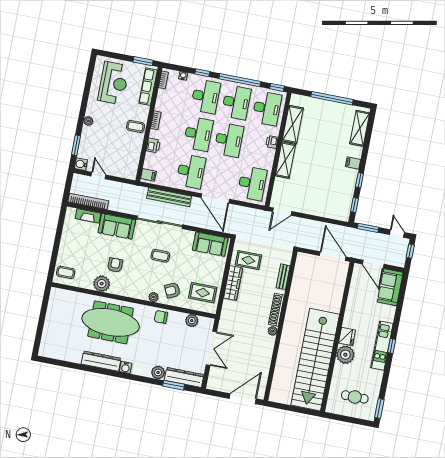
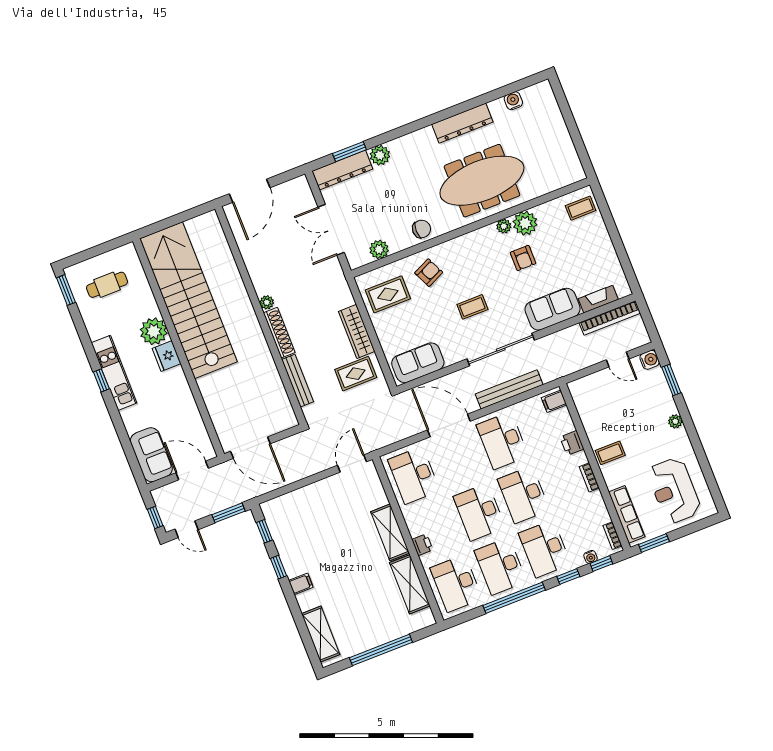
window: (277, 87) -> (601, 564), moved
bench: (283, 277) -> (298, 381), width x1.36
plant: (153, 297) -> (504, 226), moved
water cooler: (126, 367) -> (513, 101), moved

